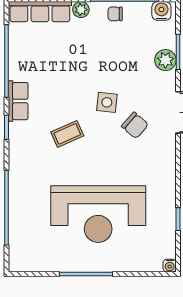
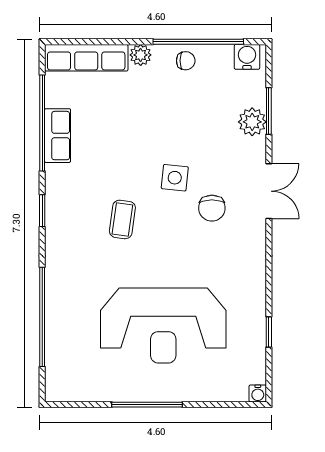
chair: (115, 14) -> (186, 61), turned 180
row of seats: (18, 101) -> (58, 136), moved
chair: (135, 125) -> (212, 208), turned 49
coffee table: (67, 134) -> (122, 219), turned -58

